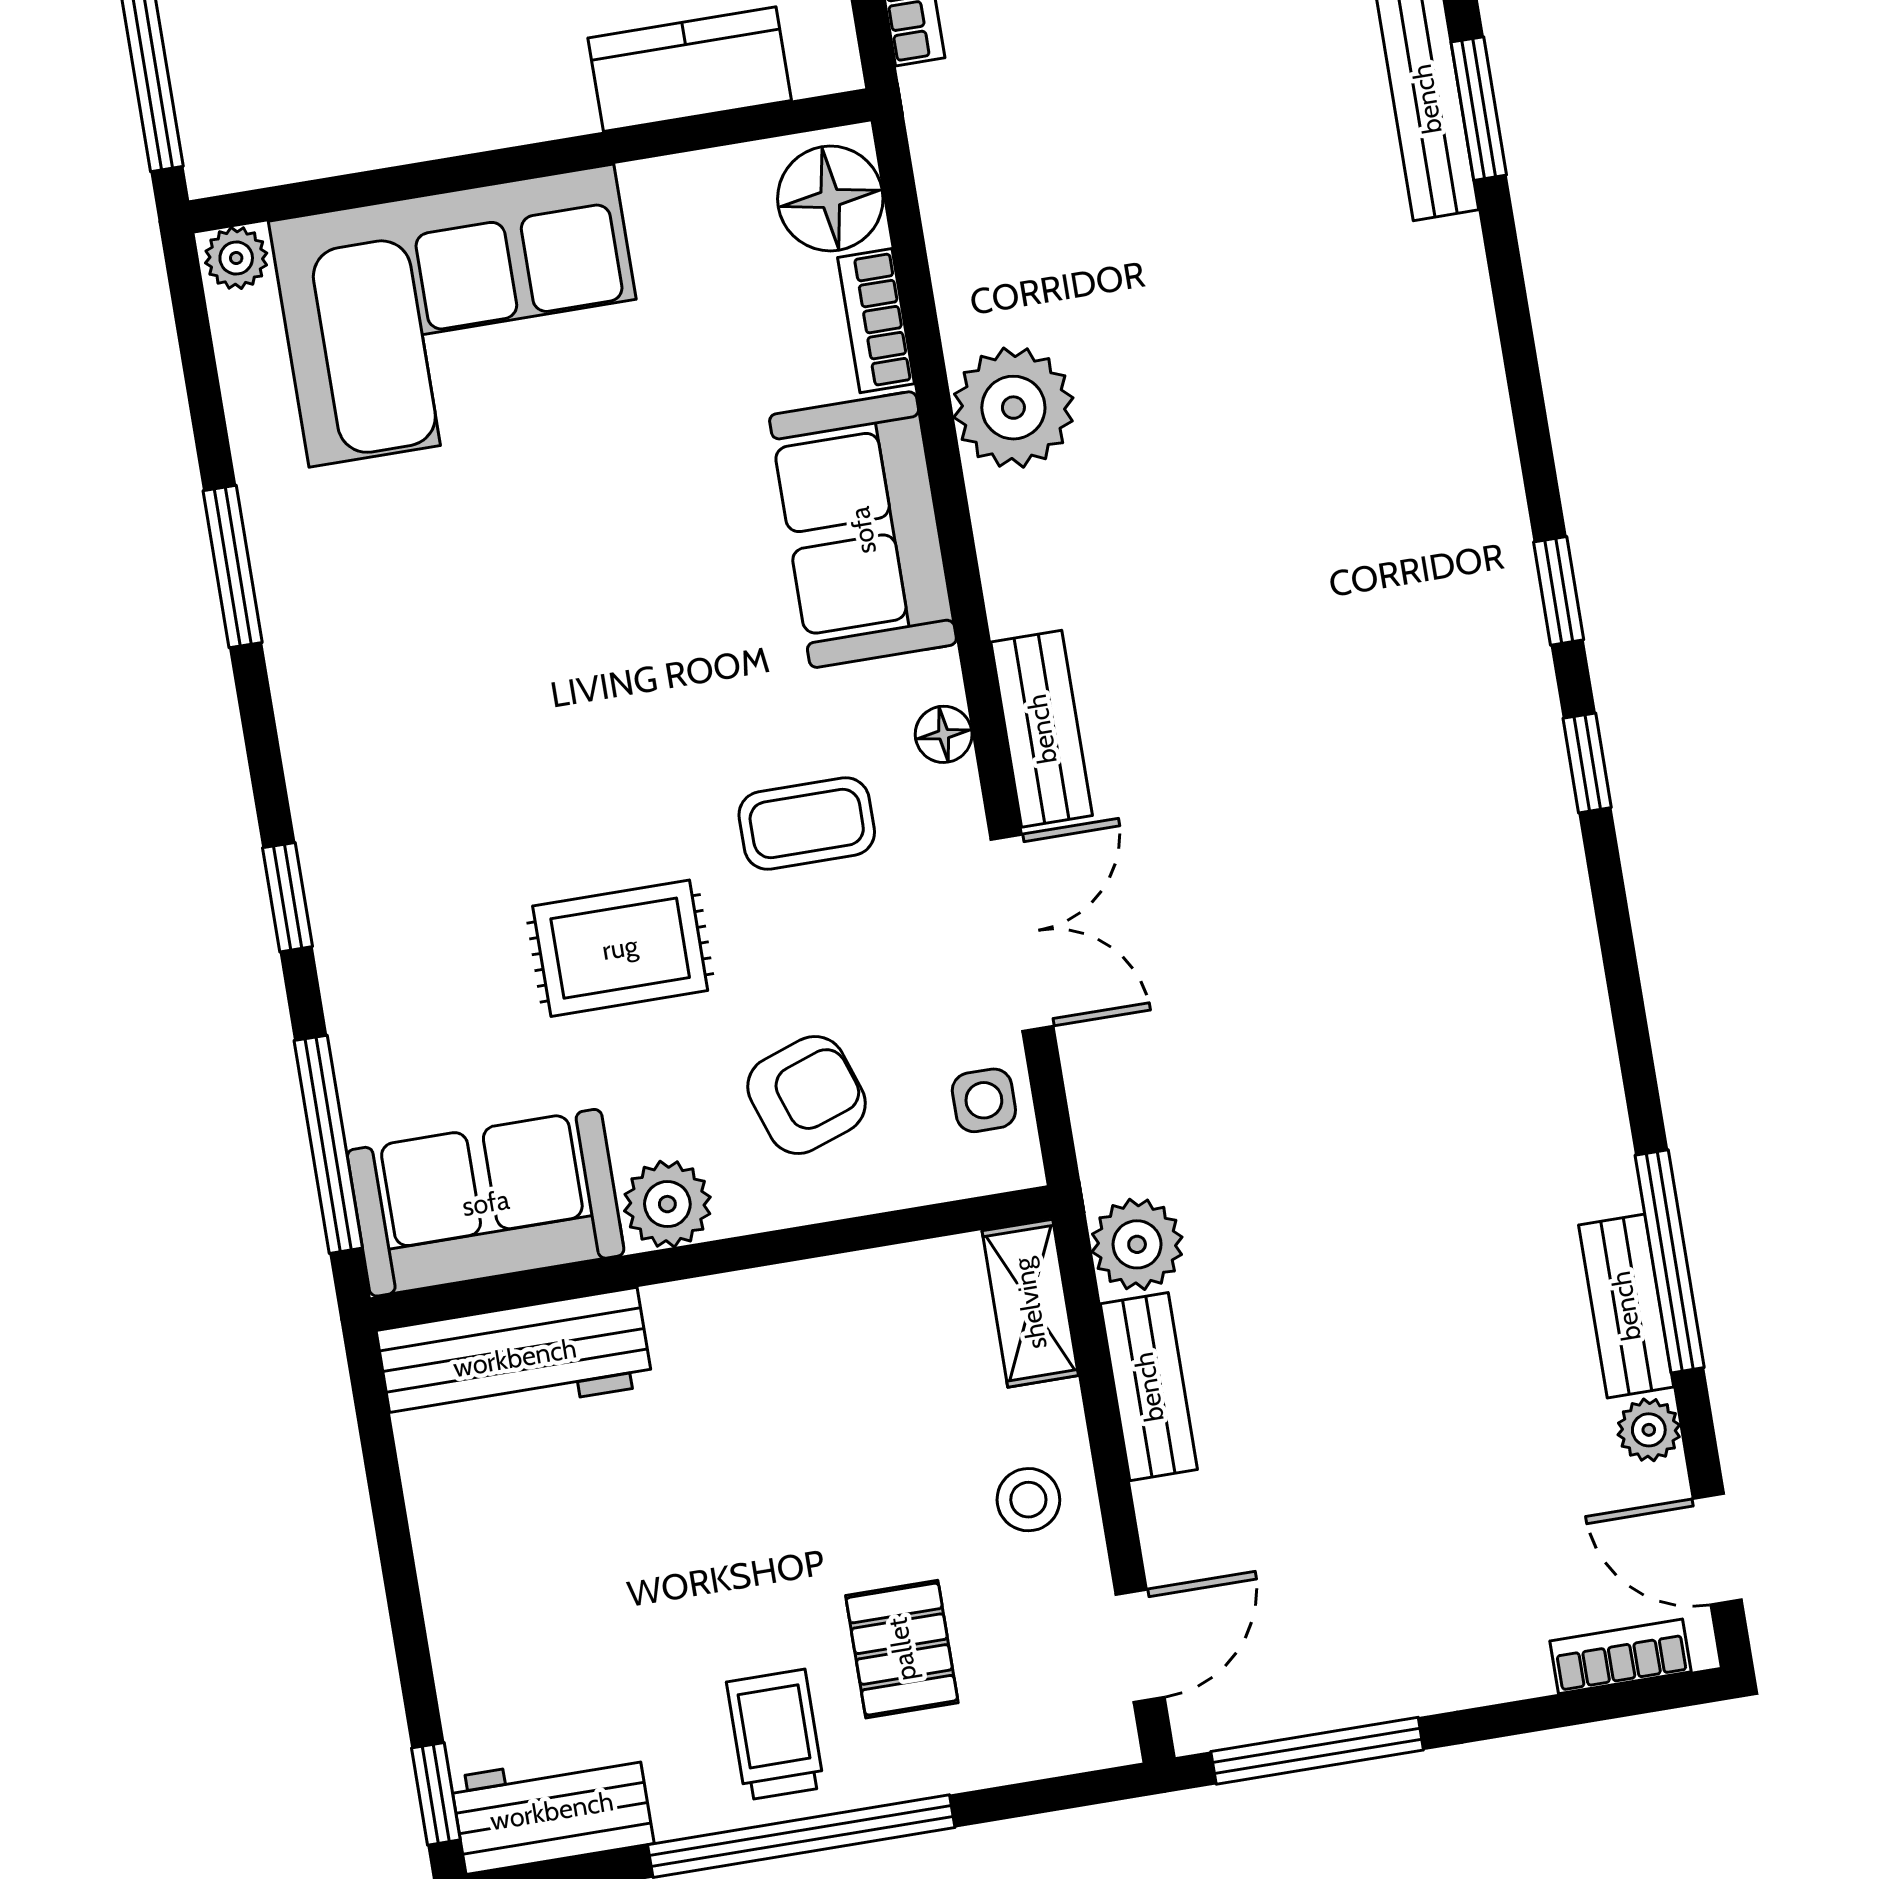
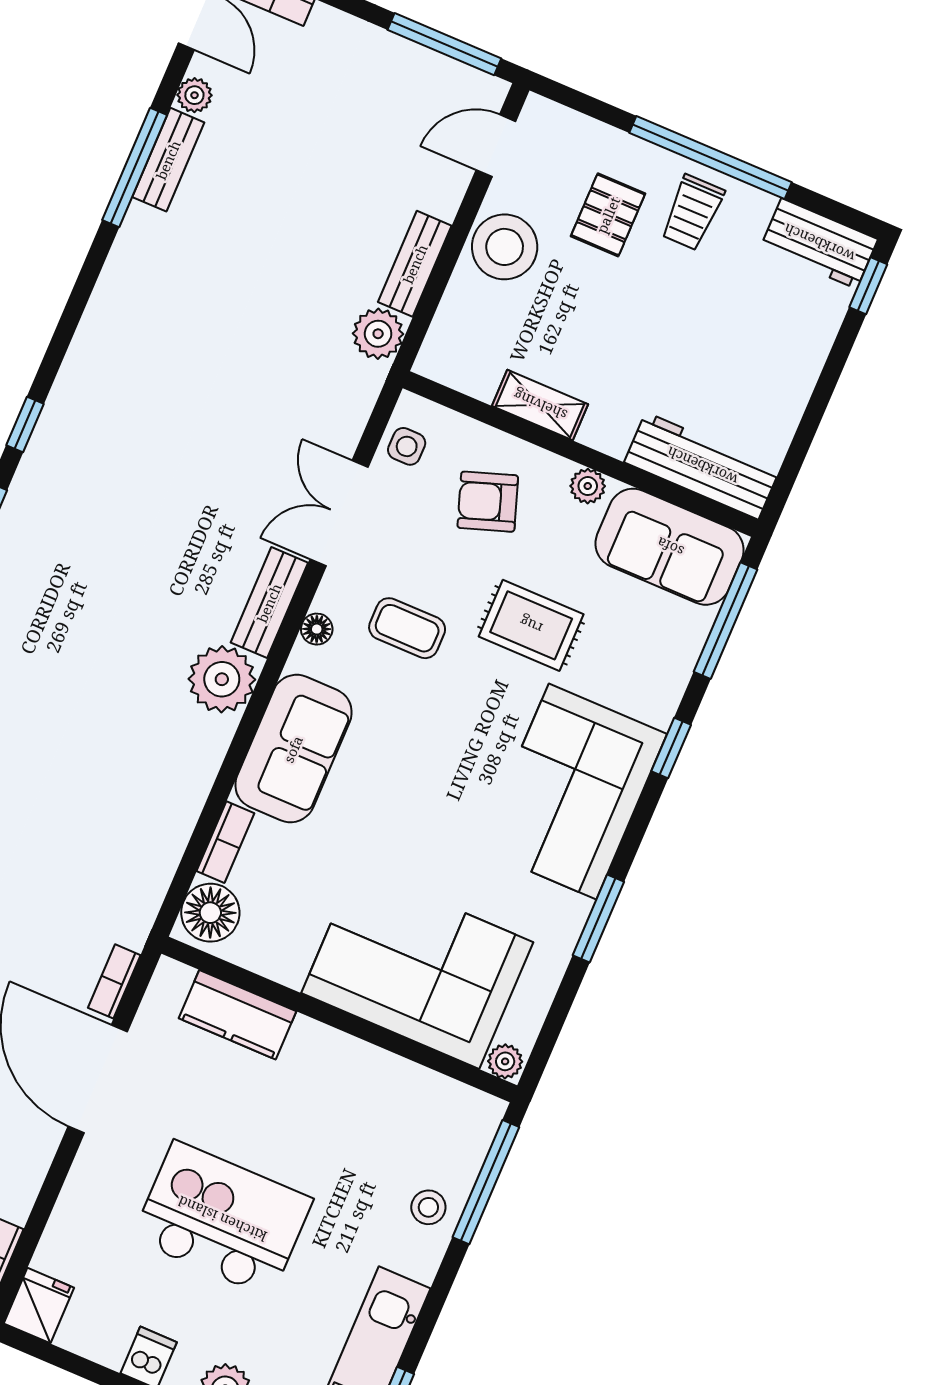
plant: (1013, 408) -> (222, 679), moved
corner sofa: (395, 735) -> (573, 792), added
plant: (667, 1204) -> (588, 486), width x0.73, depth x0.73
shelving: (1030, 1303) -> (540, 405), moved, turned 90
stool: (1028, 1500) -> (505, 247), width x1.89, depth x1.89

